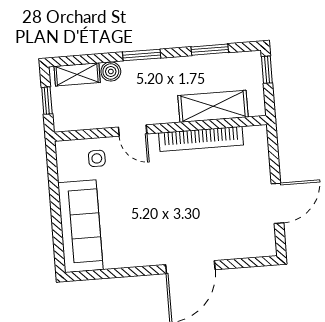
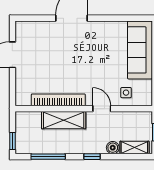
window: (210, 50) -> (48, 157), width x1.44
window: (142, 55) -> (92, 157), width x0.67
shelving: (213, 106) -> (64, 120), moved

